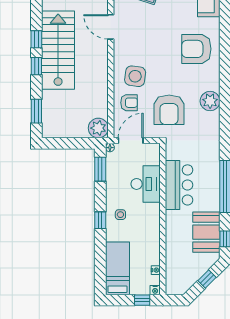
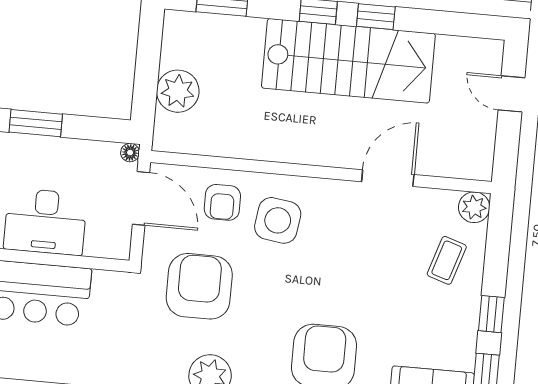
armchair: (169, 110) -> (199, 286), turned 90
plant: (98, 128) -> (178, 91), moved
window: (100, 169) -> (36, 123), moved

